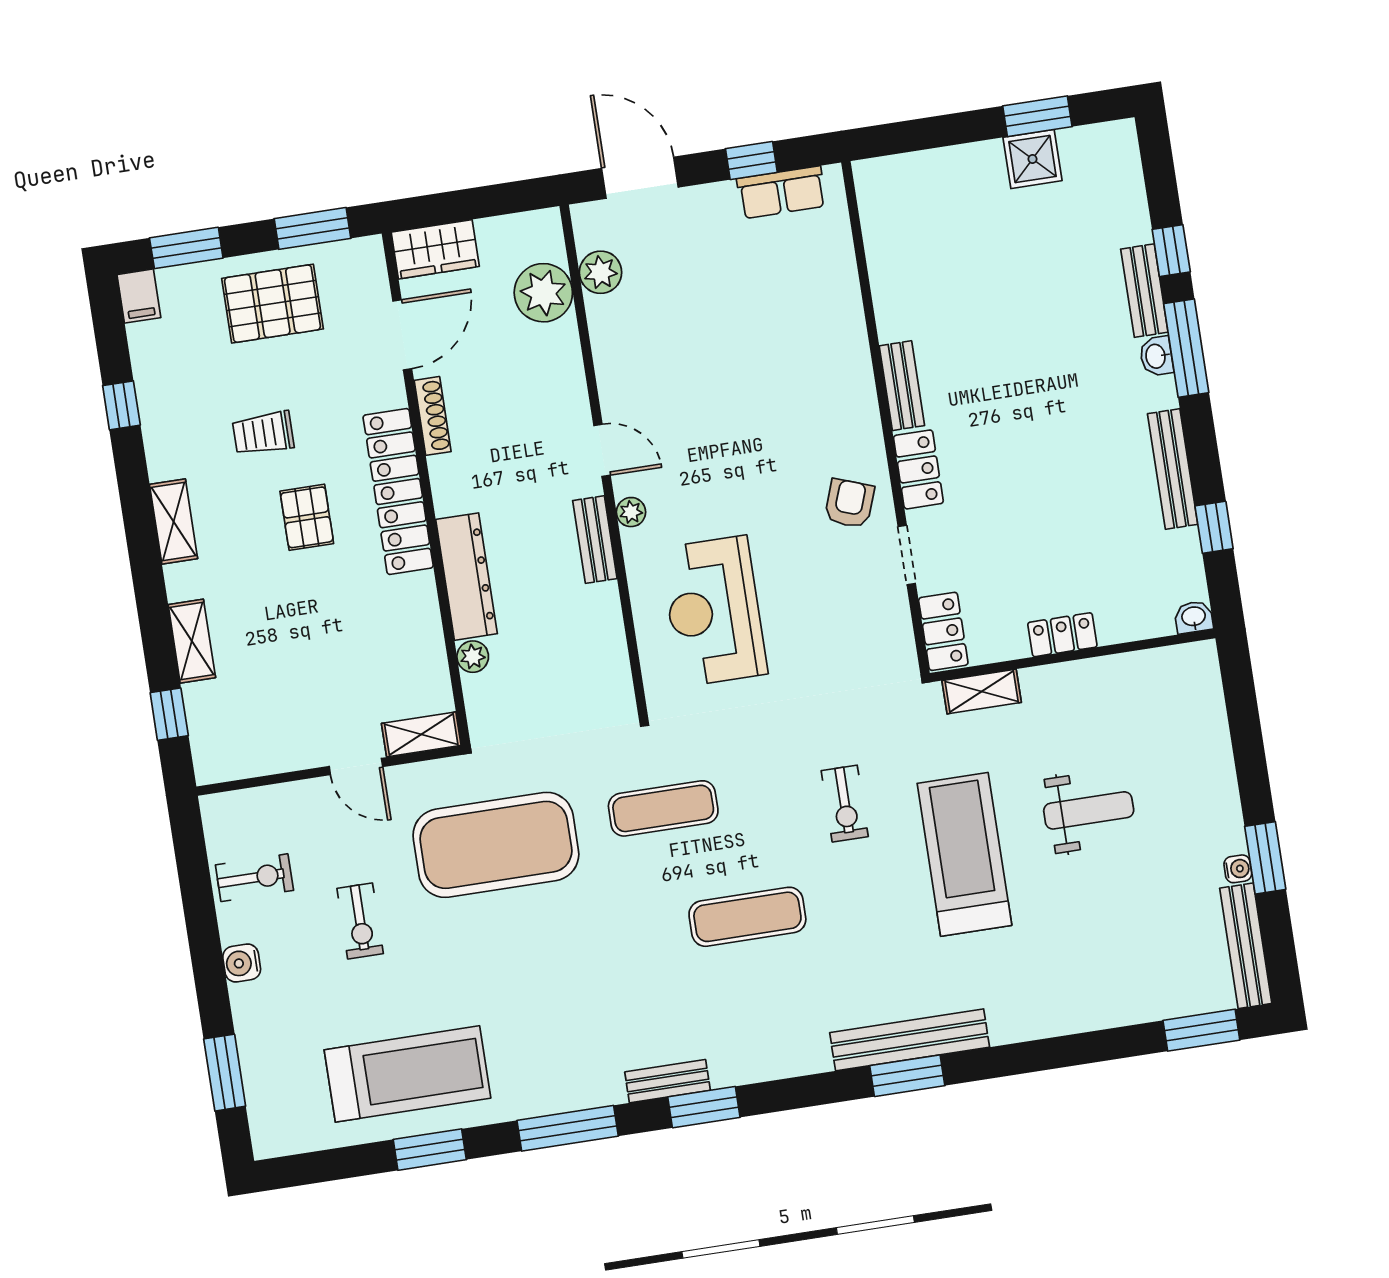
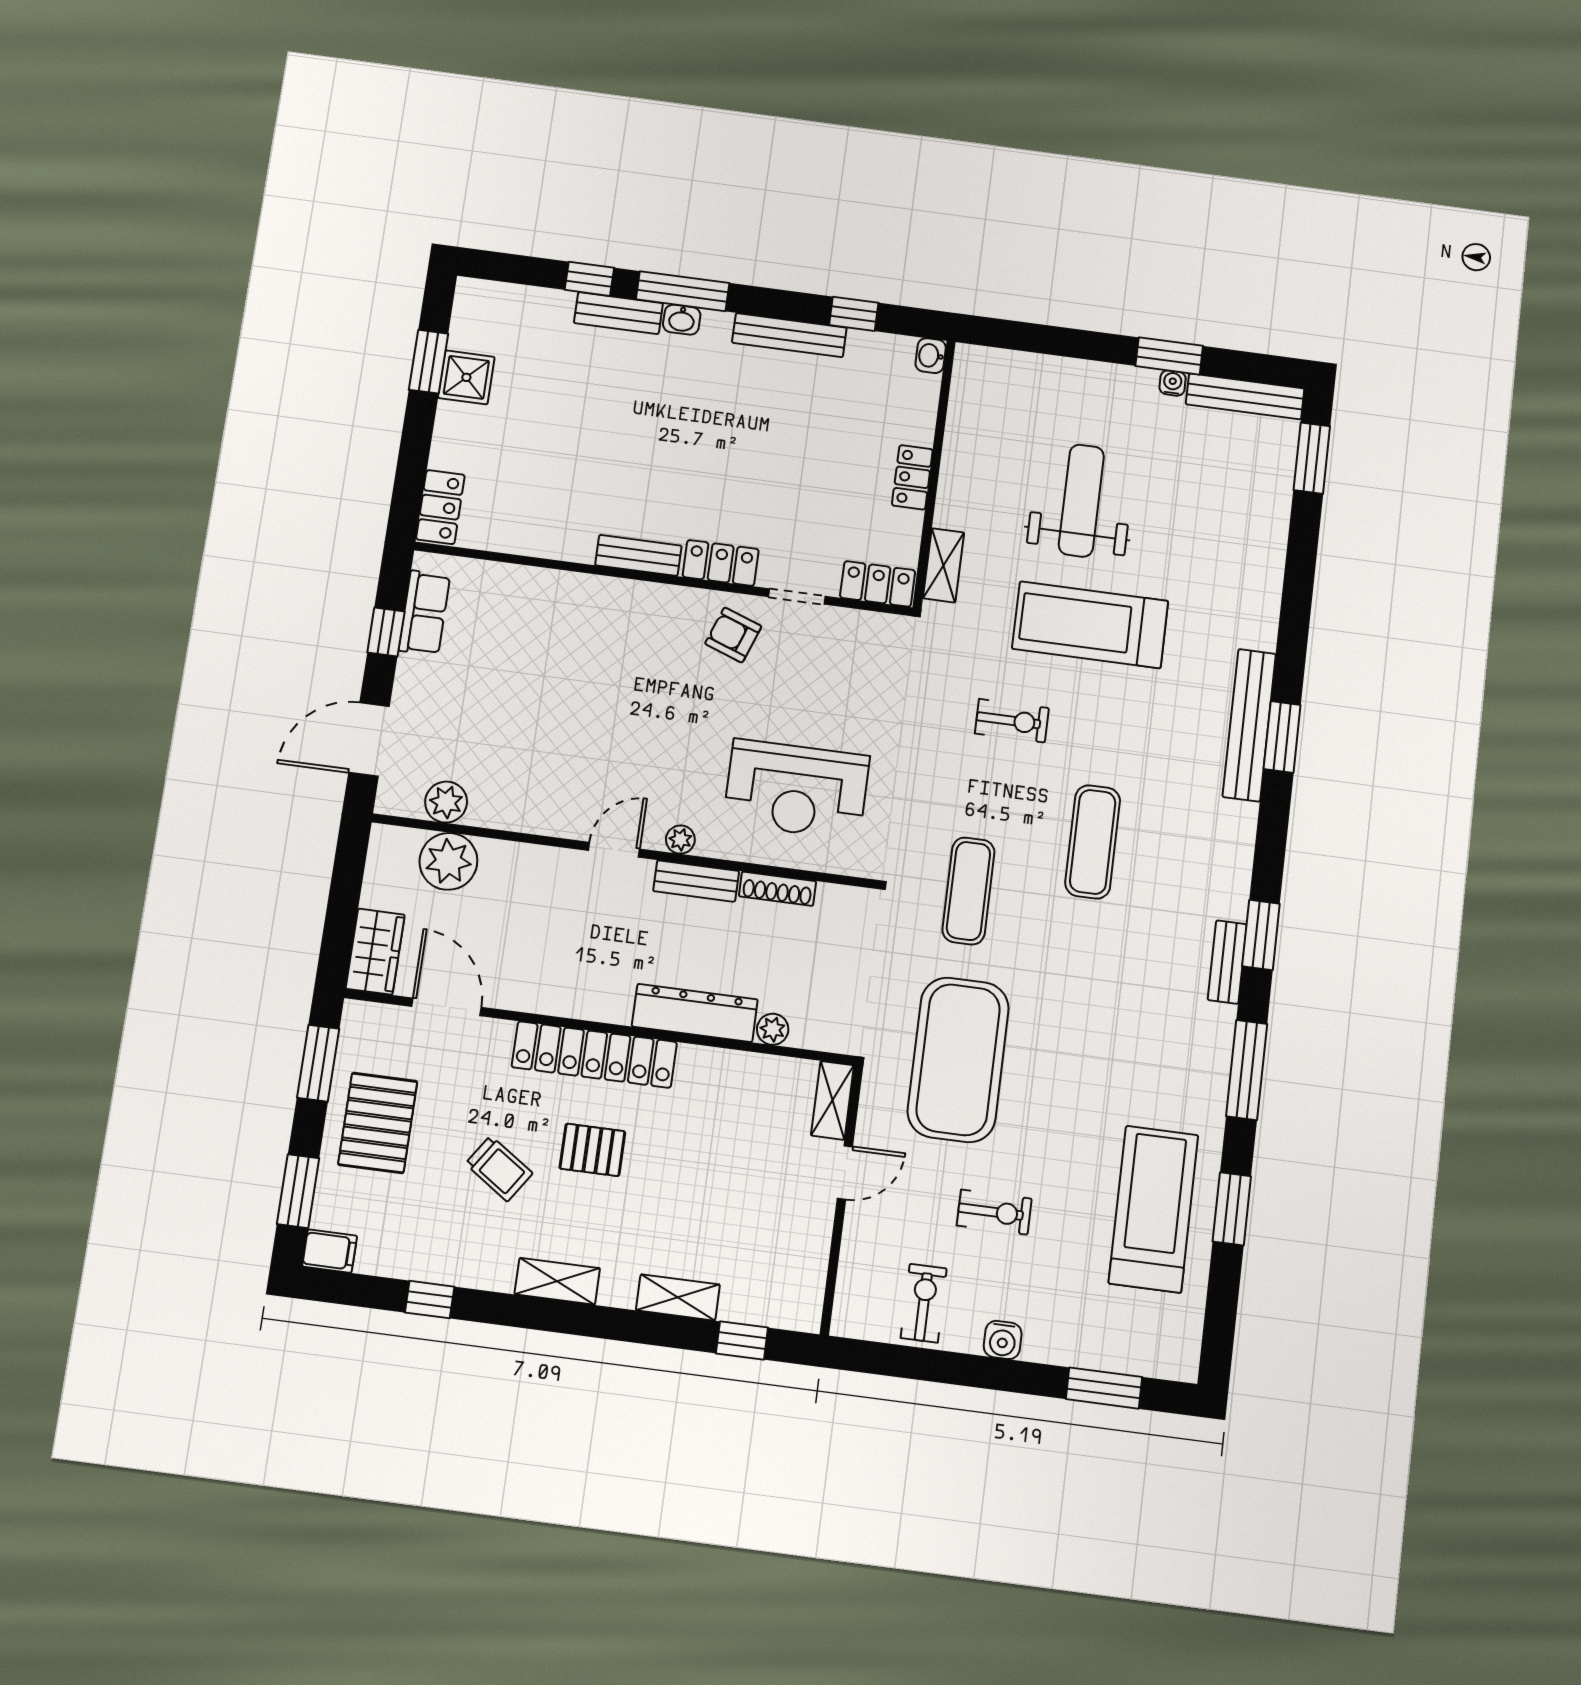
locker: (893, 175) -> (440, 507), added
shoe rack: (433, 416) -> (777, 889), moved, turned 180
trolley: (263, 433) -> (499, 1169), turned -56
weight bench: (1089, 810) -> (1081, 501), width x1.36, depth x1.33

